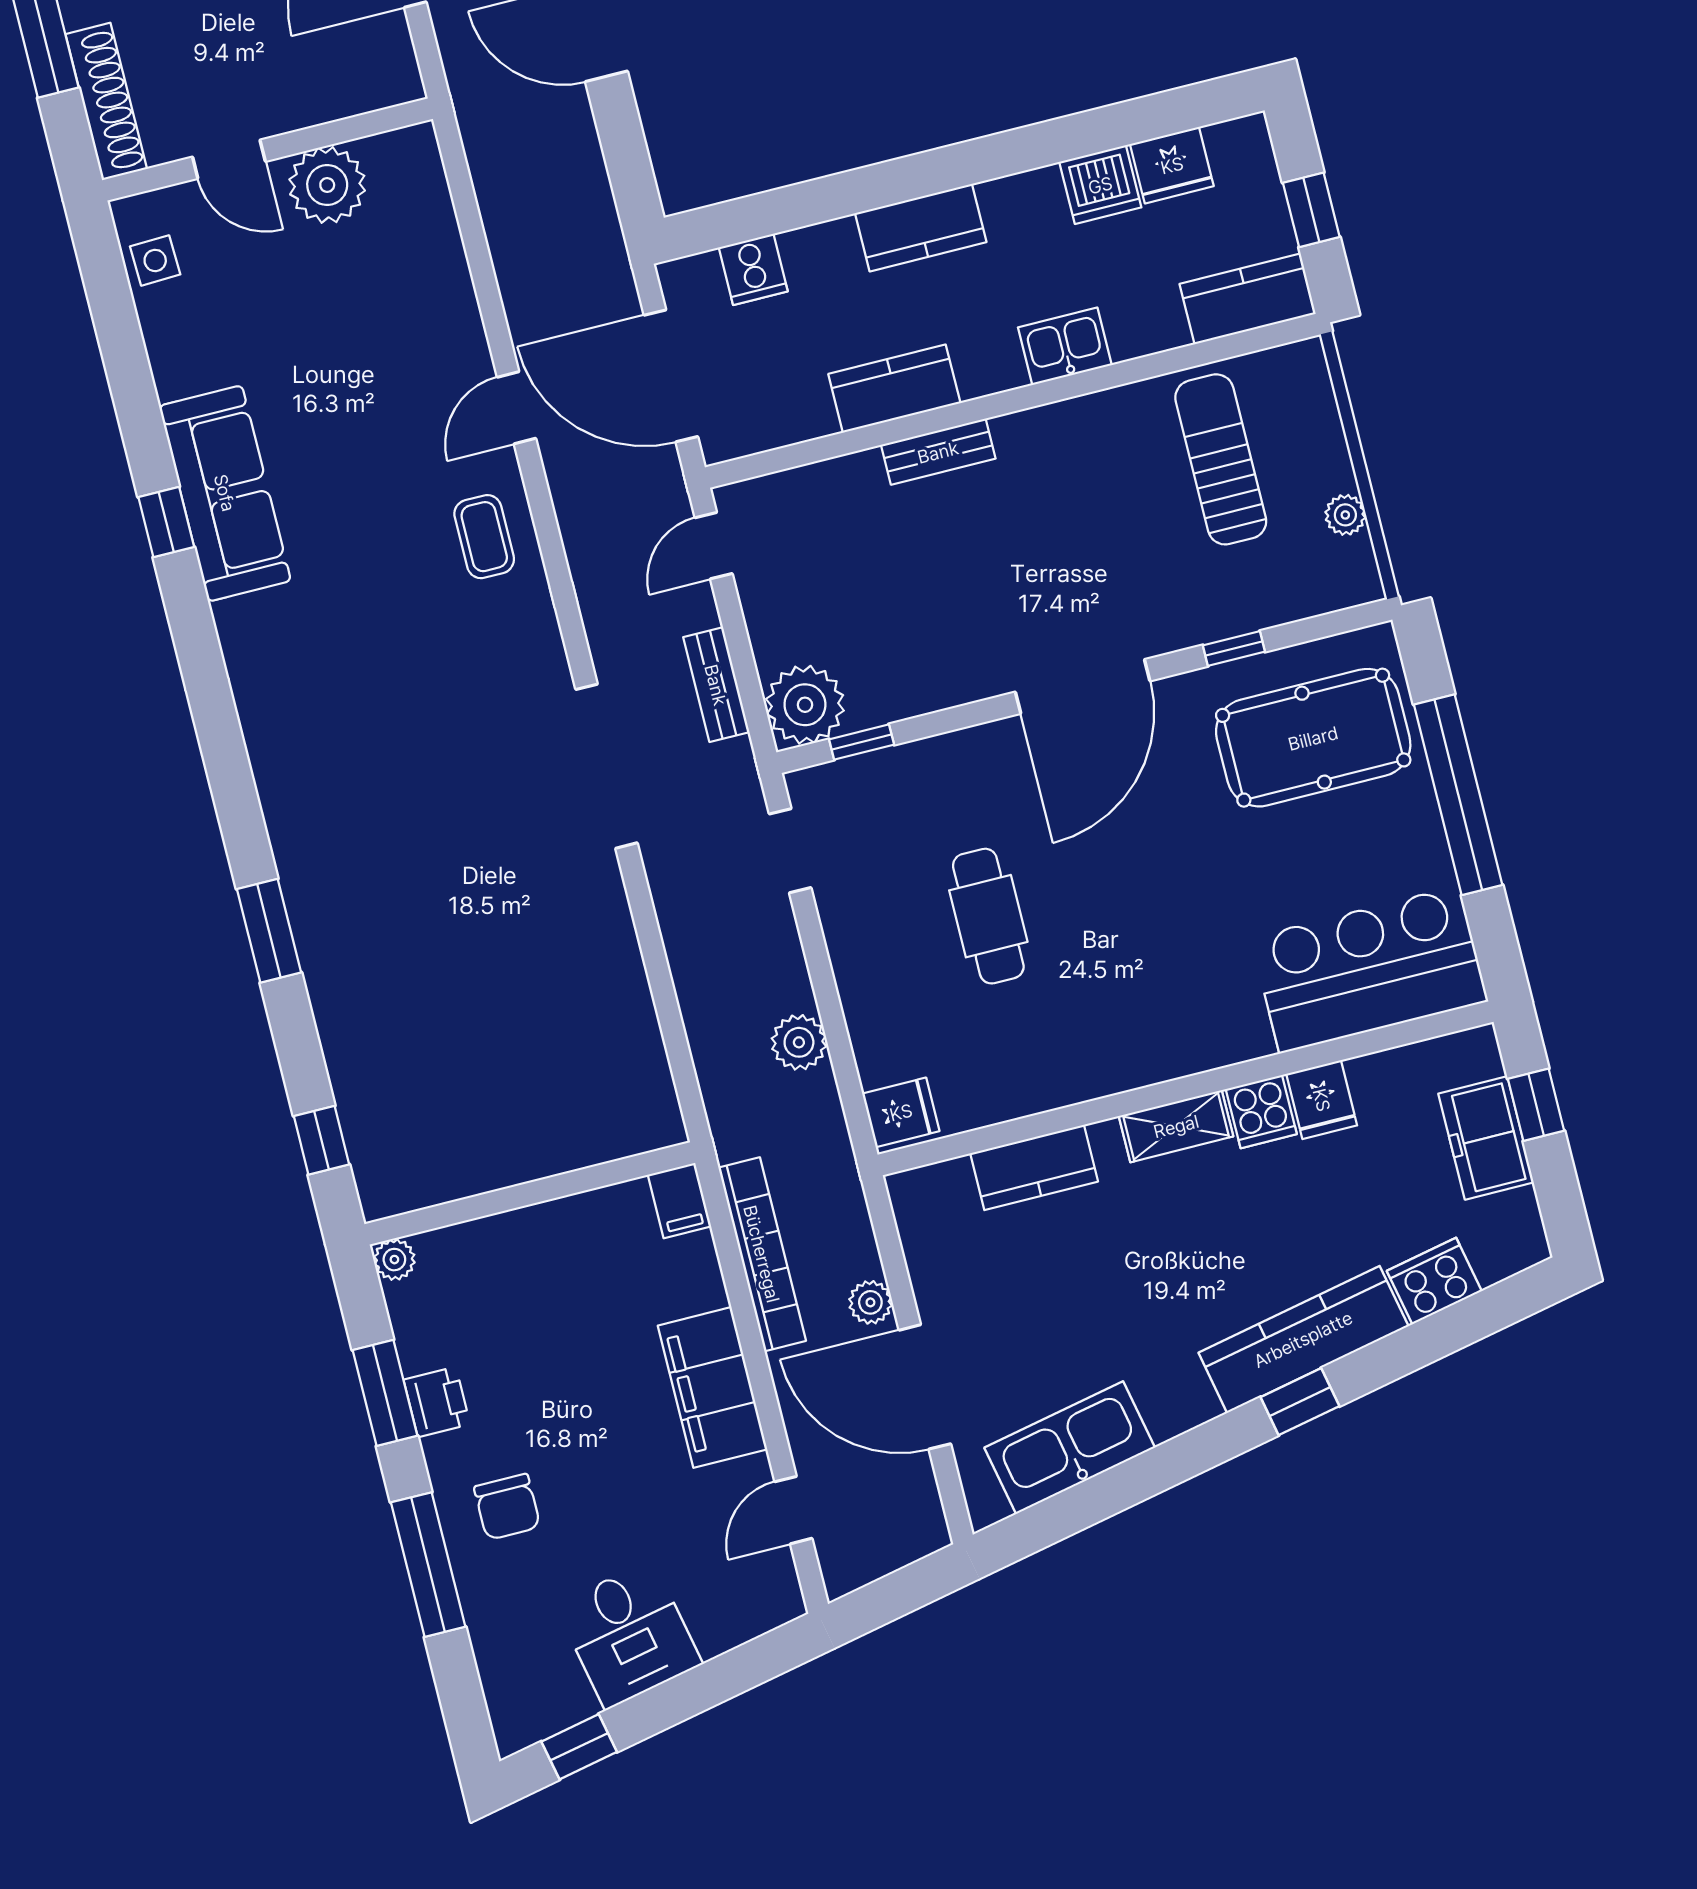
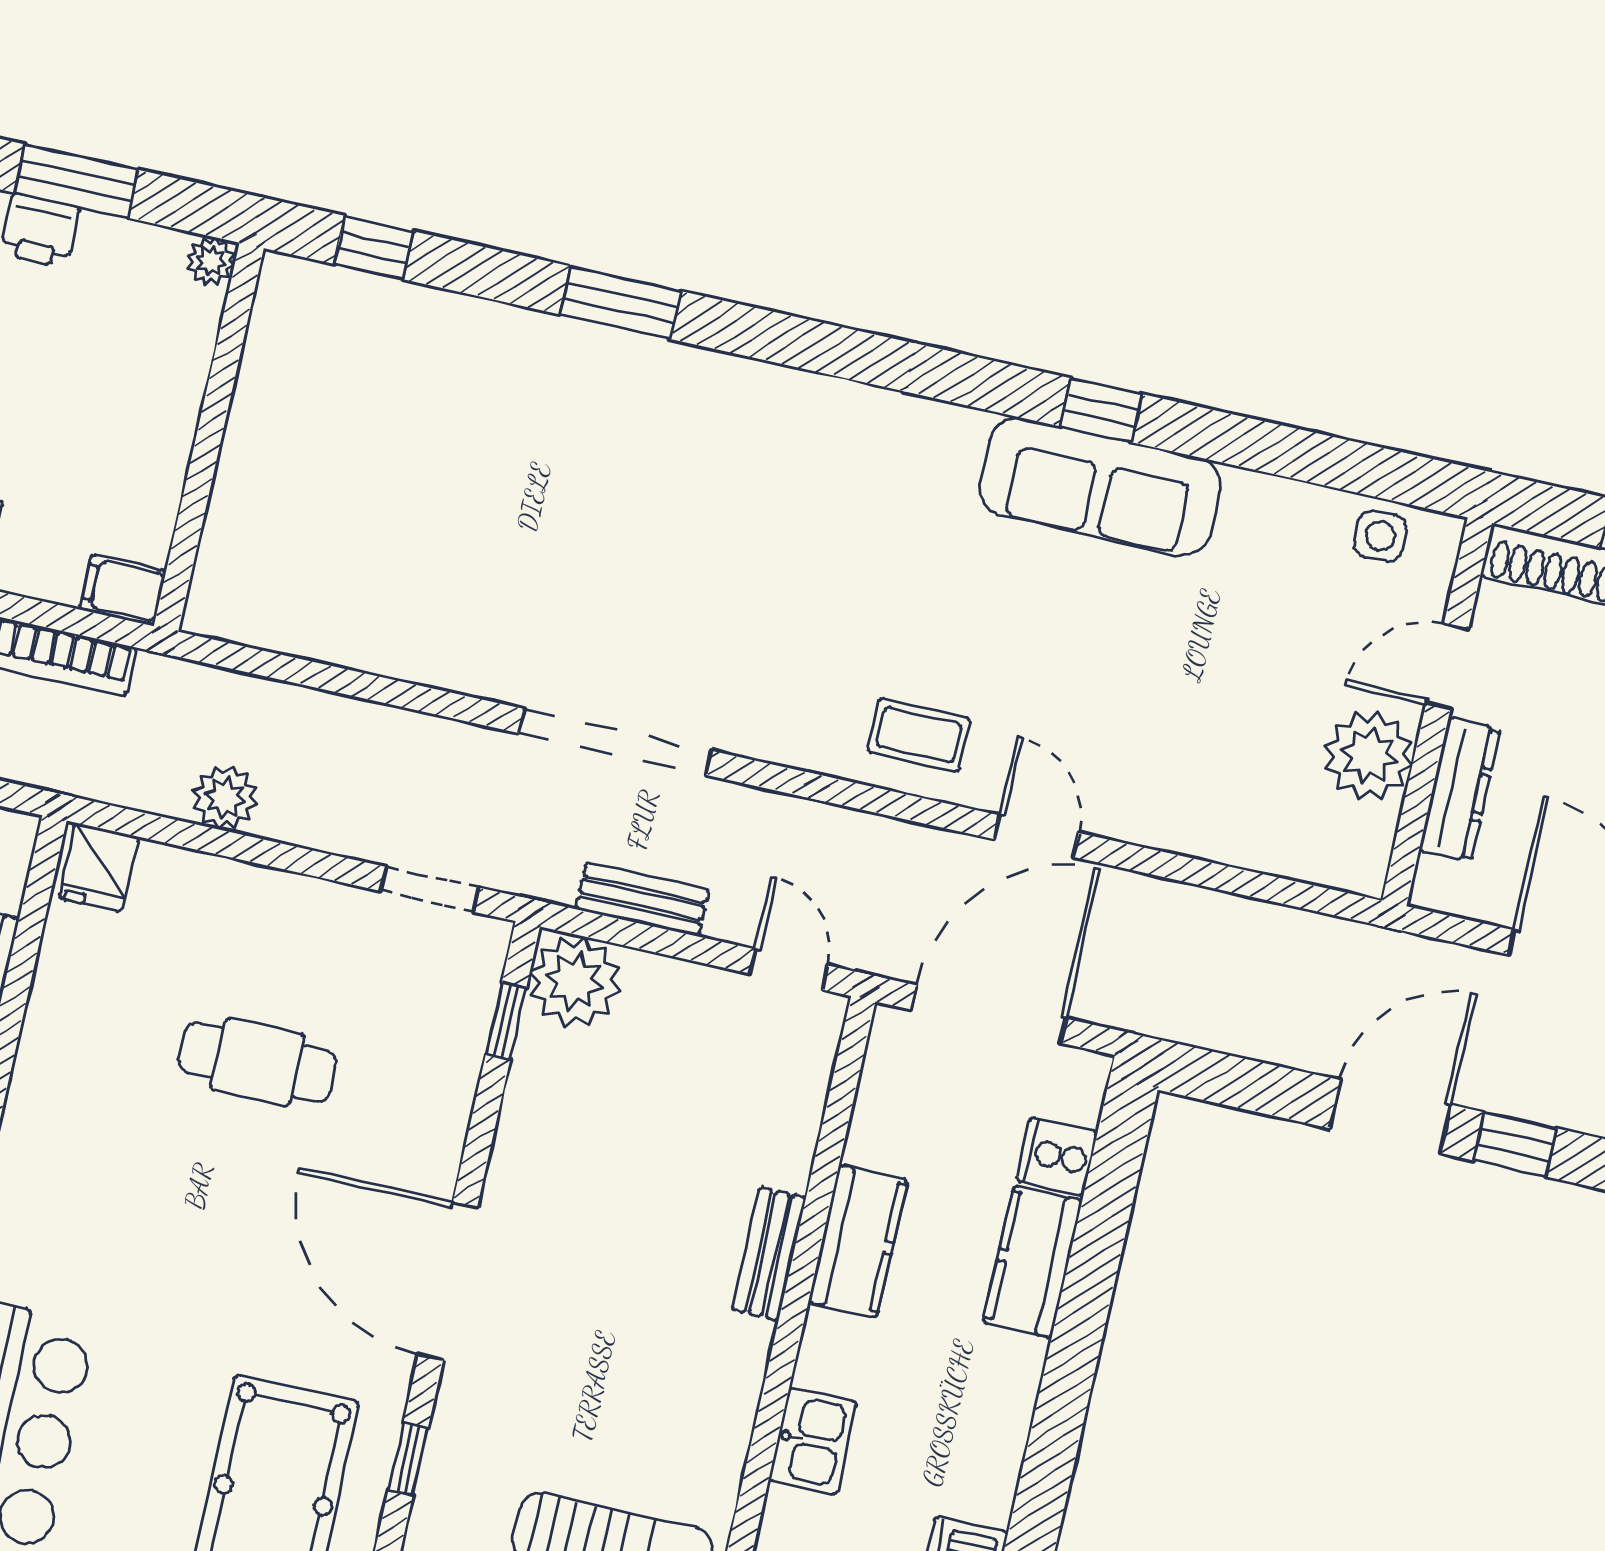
dresser: (318, 102) -> (1460, 789), added
kitchen counter: (921, 228) -> (1033, 1262), moved

